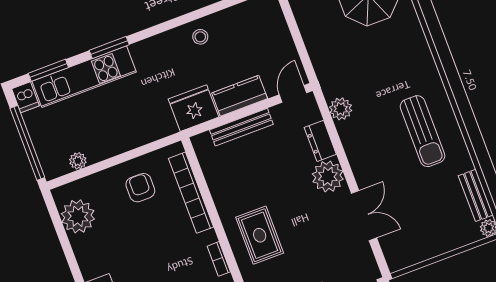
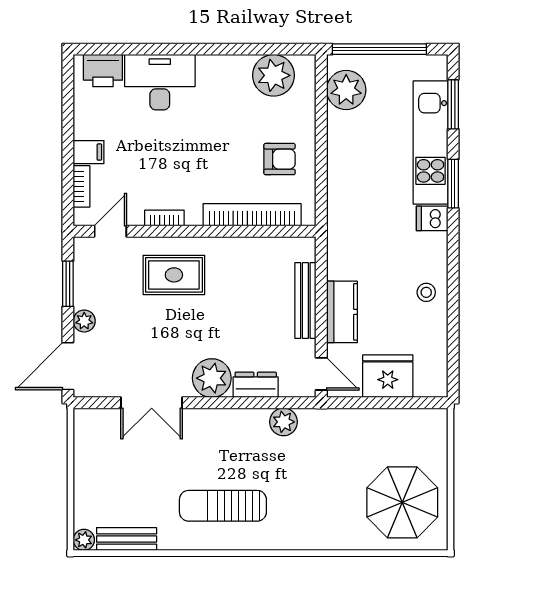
dishwasher: (26, 97) -> (432, 218), moved
fridge: (193, 108) -> (388, 376), moved, turned -90
plant: (78, 161) -> (346, 90), width x1.88, depth x1.88

